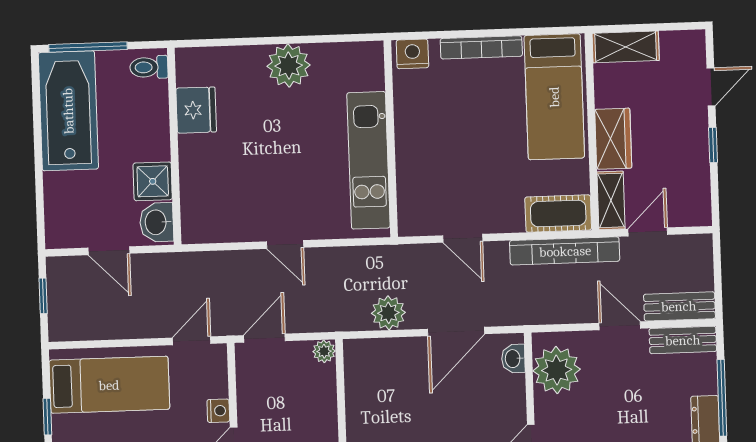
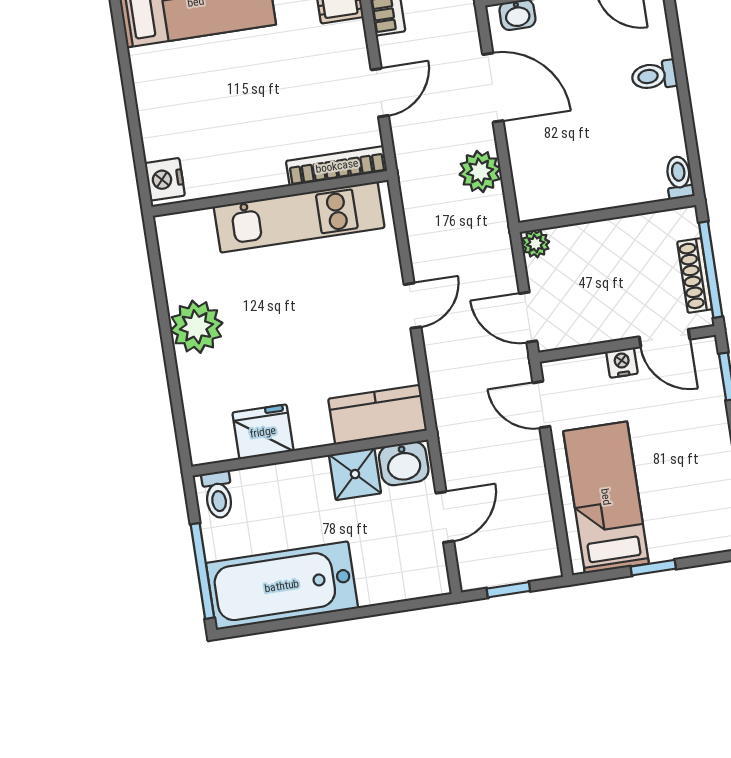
bookcase: (481, 47) -> (337, 166), moved, turned -90
kitchen counter: (199, 205) -> (378, 415), added

